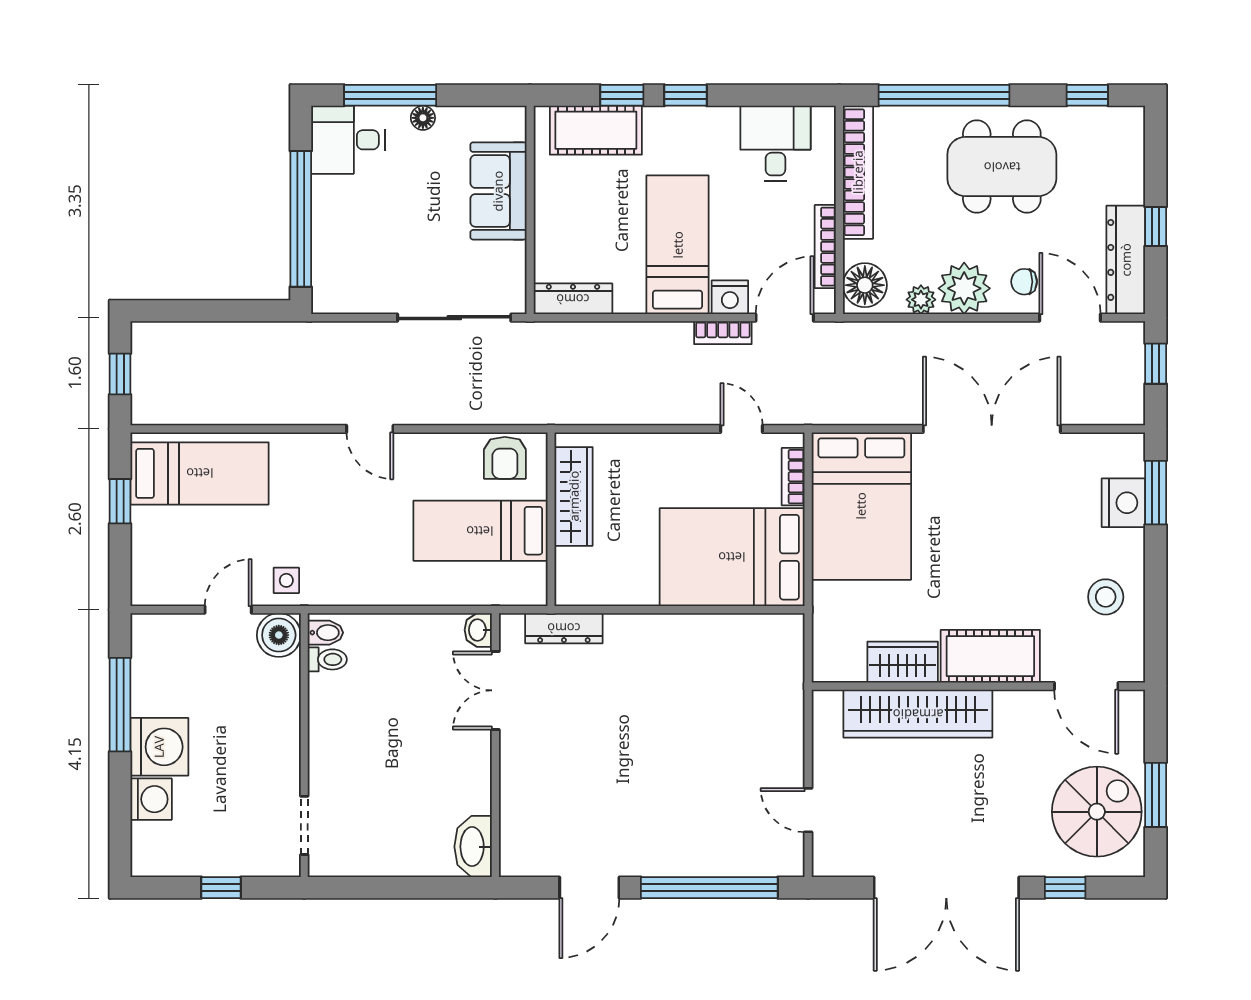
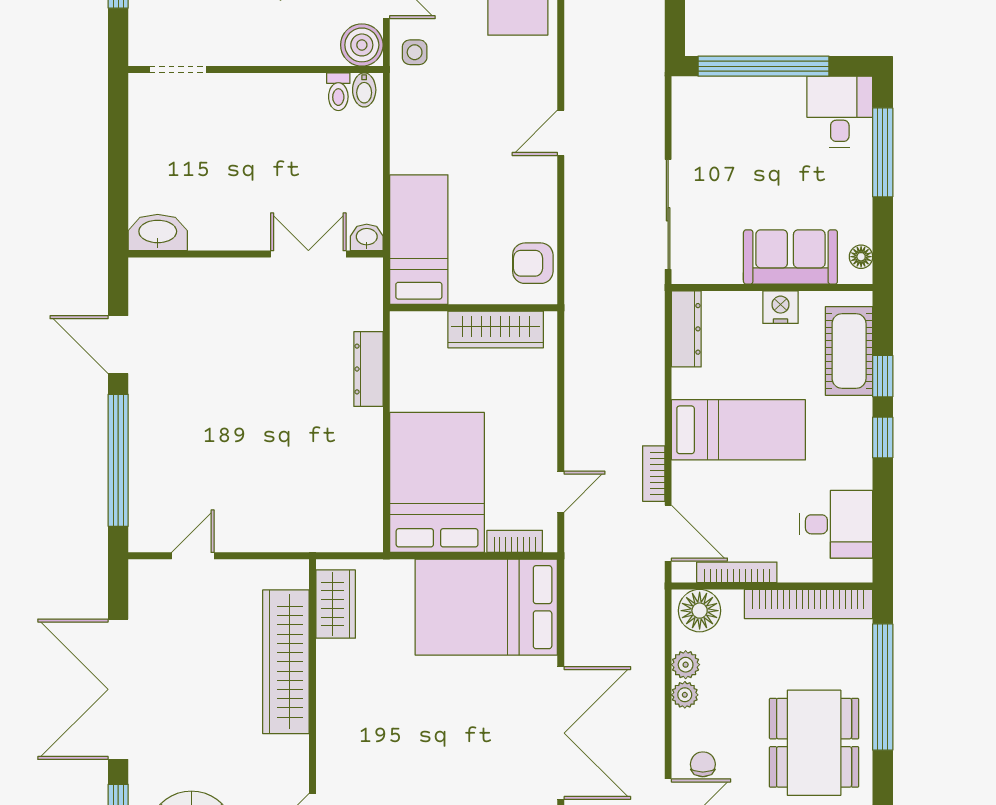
floor lamp: (423, 118) -> (861, 257), moved
plant: (964, 288) -> (685, 695), width x0.53, depth x0.53
nightstand: (730, 297) -> (781, 307), moved, turned 90
bed: (480, 531) -> (419, 240), moved
dresser: (564, 628) -> (368, 369), moved
cot: (990, 656) -> (341, 732), removed
wardrobe: (903, 662) -> (336, 604), moved

